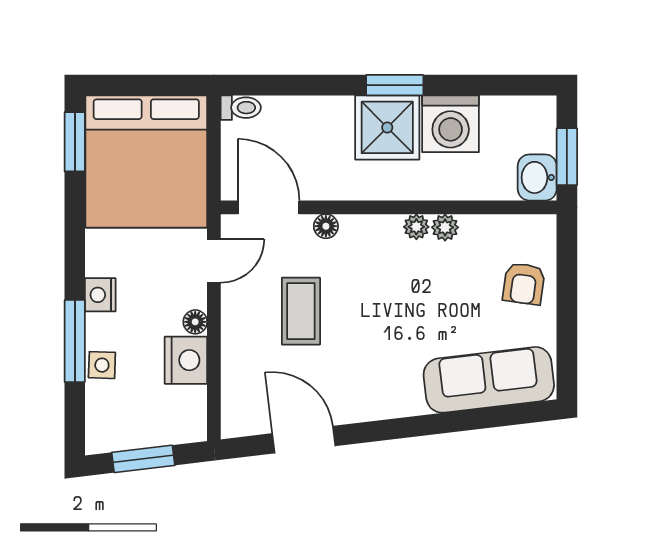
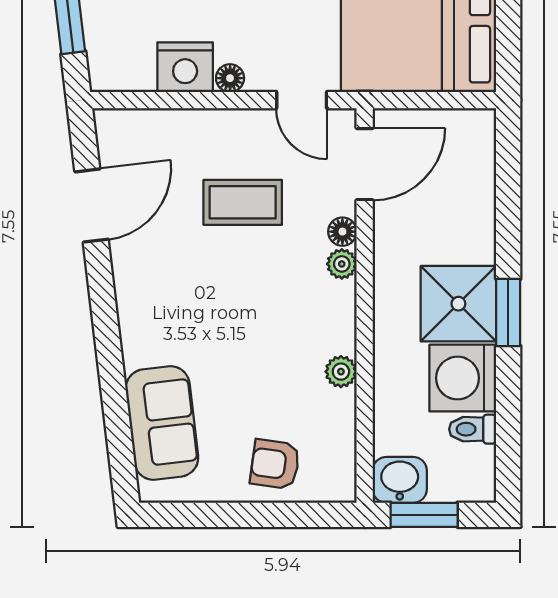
toilet: (241, 108) -> (473, 429), moved, turned 90
plant: (416, 227) -> (342, 264), moved
sofa: (489, 380) -> (162, 423), width x0.73

